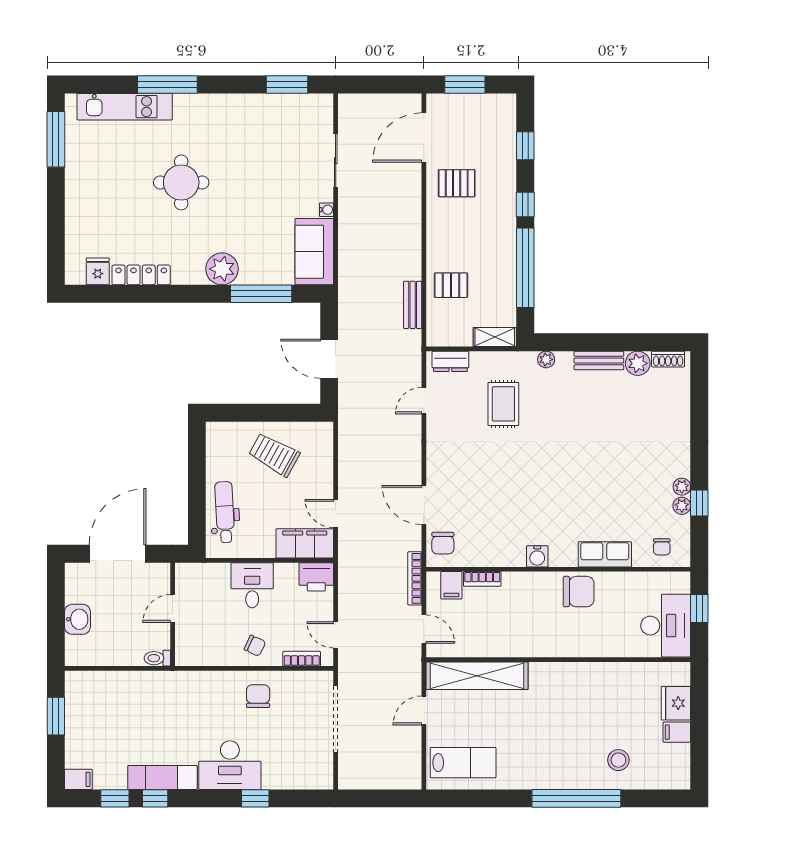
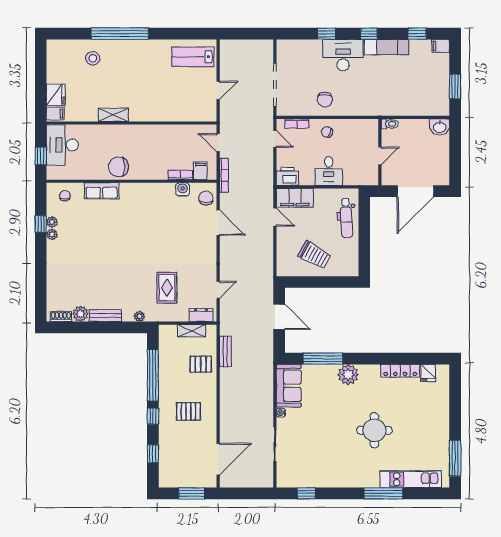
window: (287, 84) -> (306, 493), width x0.67
pallet: (457, 183) -> (188, 411), moved
shelving: (495, 337) -> (191, 331), moved
water cooler: (537, 556) -> (183, 190), moved
washbasin: (77, 619) -> (440, 127), moved, turned -90
shelving: (477, 676) -> (113, 115), moved, width x0.45, depth x0.75
filing cabinet: (677, 732) -> (55, 114), moved
window: (155, 798) -> (369, 34), moved

